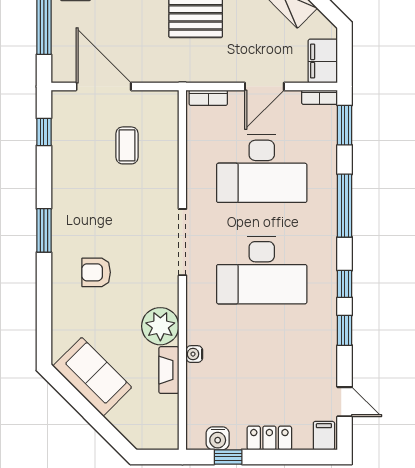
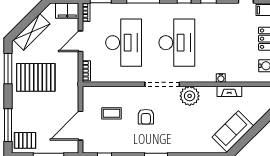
door: (264, 87) -> (81, 41), swing flipped
armchair: (96, 272) -> (146, 117), moved
plant: (160, 326) -> (190, 96), moved

